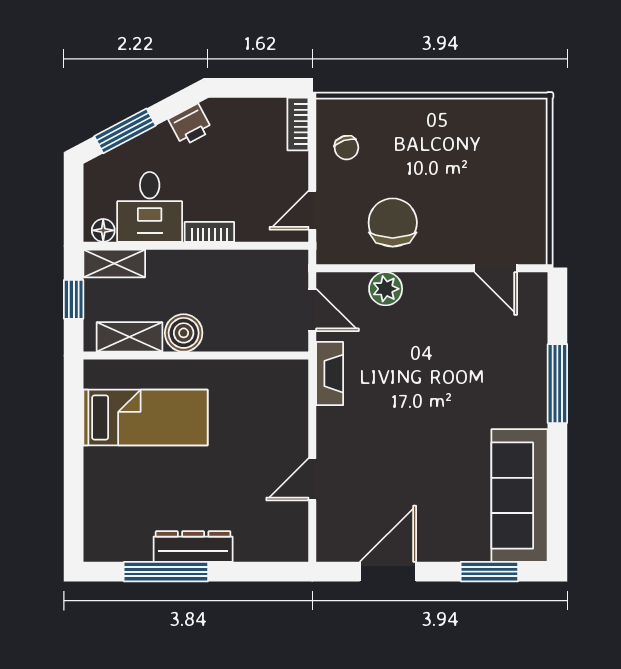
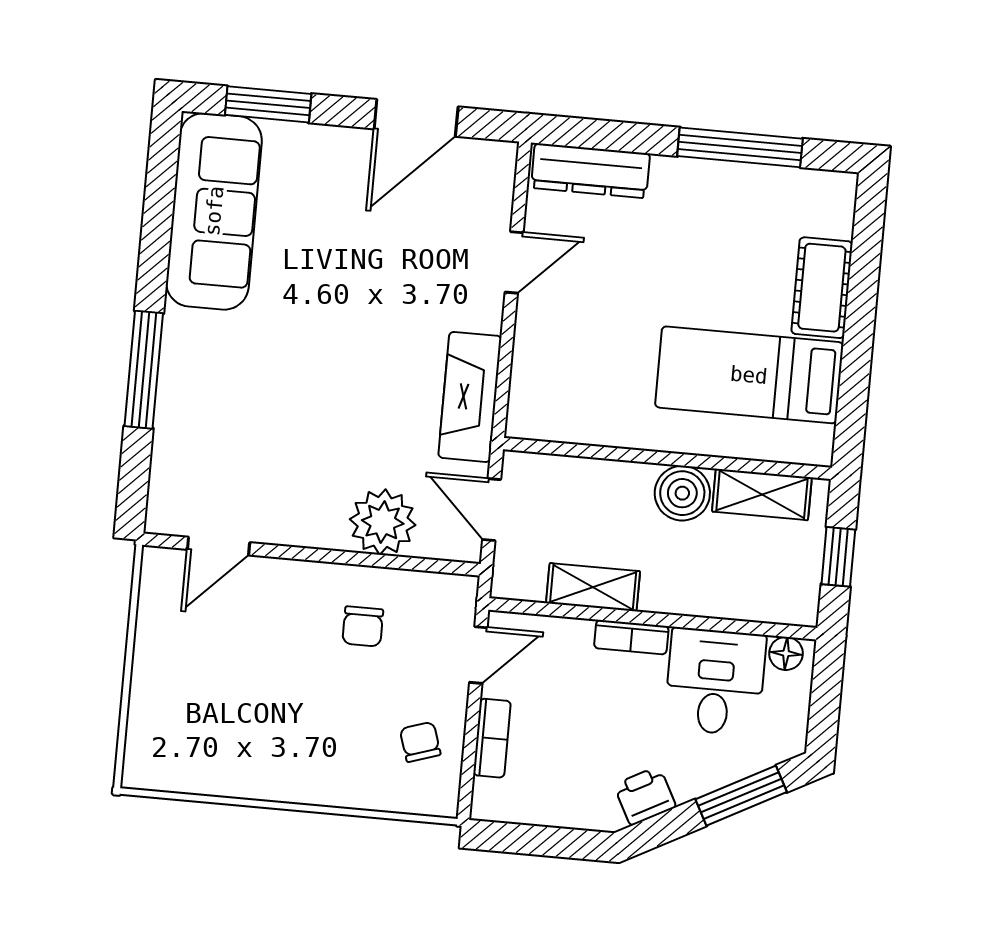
bookcase: (298, 124) -> (492, 738), moved
chair: (393, 223) -> (363, 626), width x0.54, depth x0.54
shelving: (114, 263) -> (593, 587), moved
door: (496, 268) -> (219, 546), swing flipped
plant: (386, 289) -> (383, 522), width x1.36, depth x1.36
fireplace: (330, 374) -> (470, 397), width x1.37, depth x1.32
cot: (101, 481) -> (822, 288), added
dresser: (193, 546) -> (590, 171), moved

